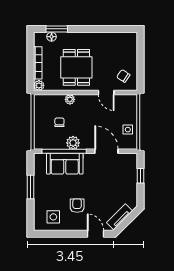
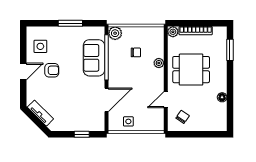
floor lamp: (52, 37) -> (222, 97), moved
plant: (73, 143) -> (115, 33), moved
door: (95, 234) -> (23, 72), moved

